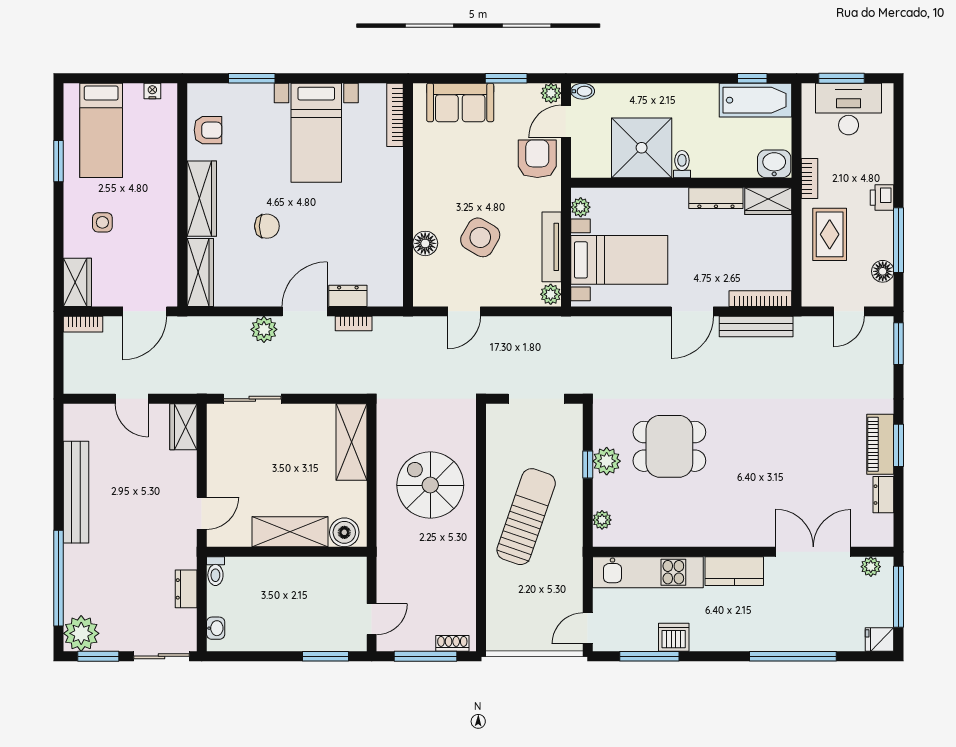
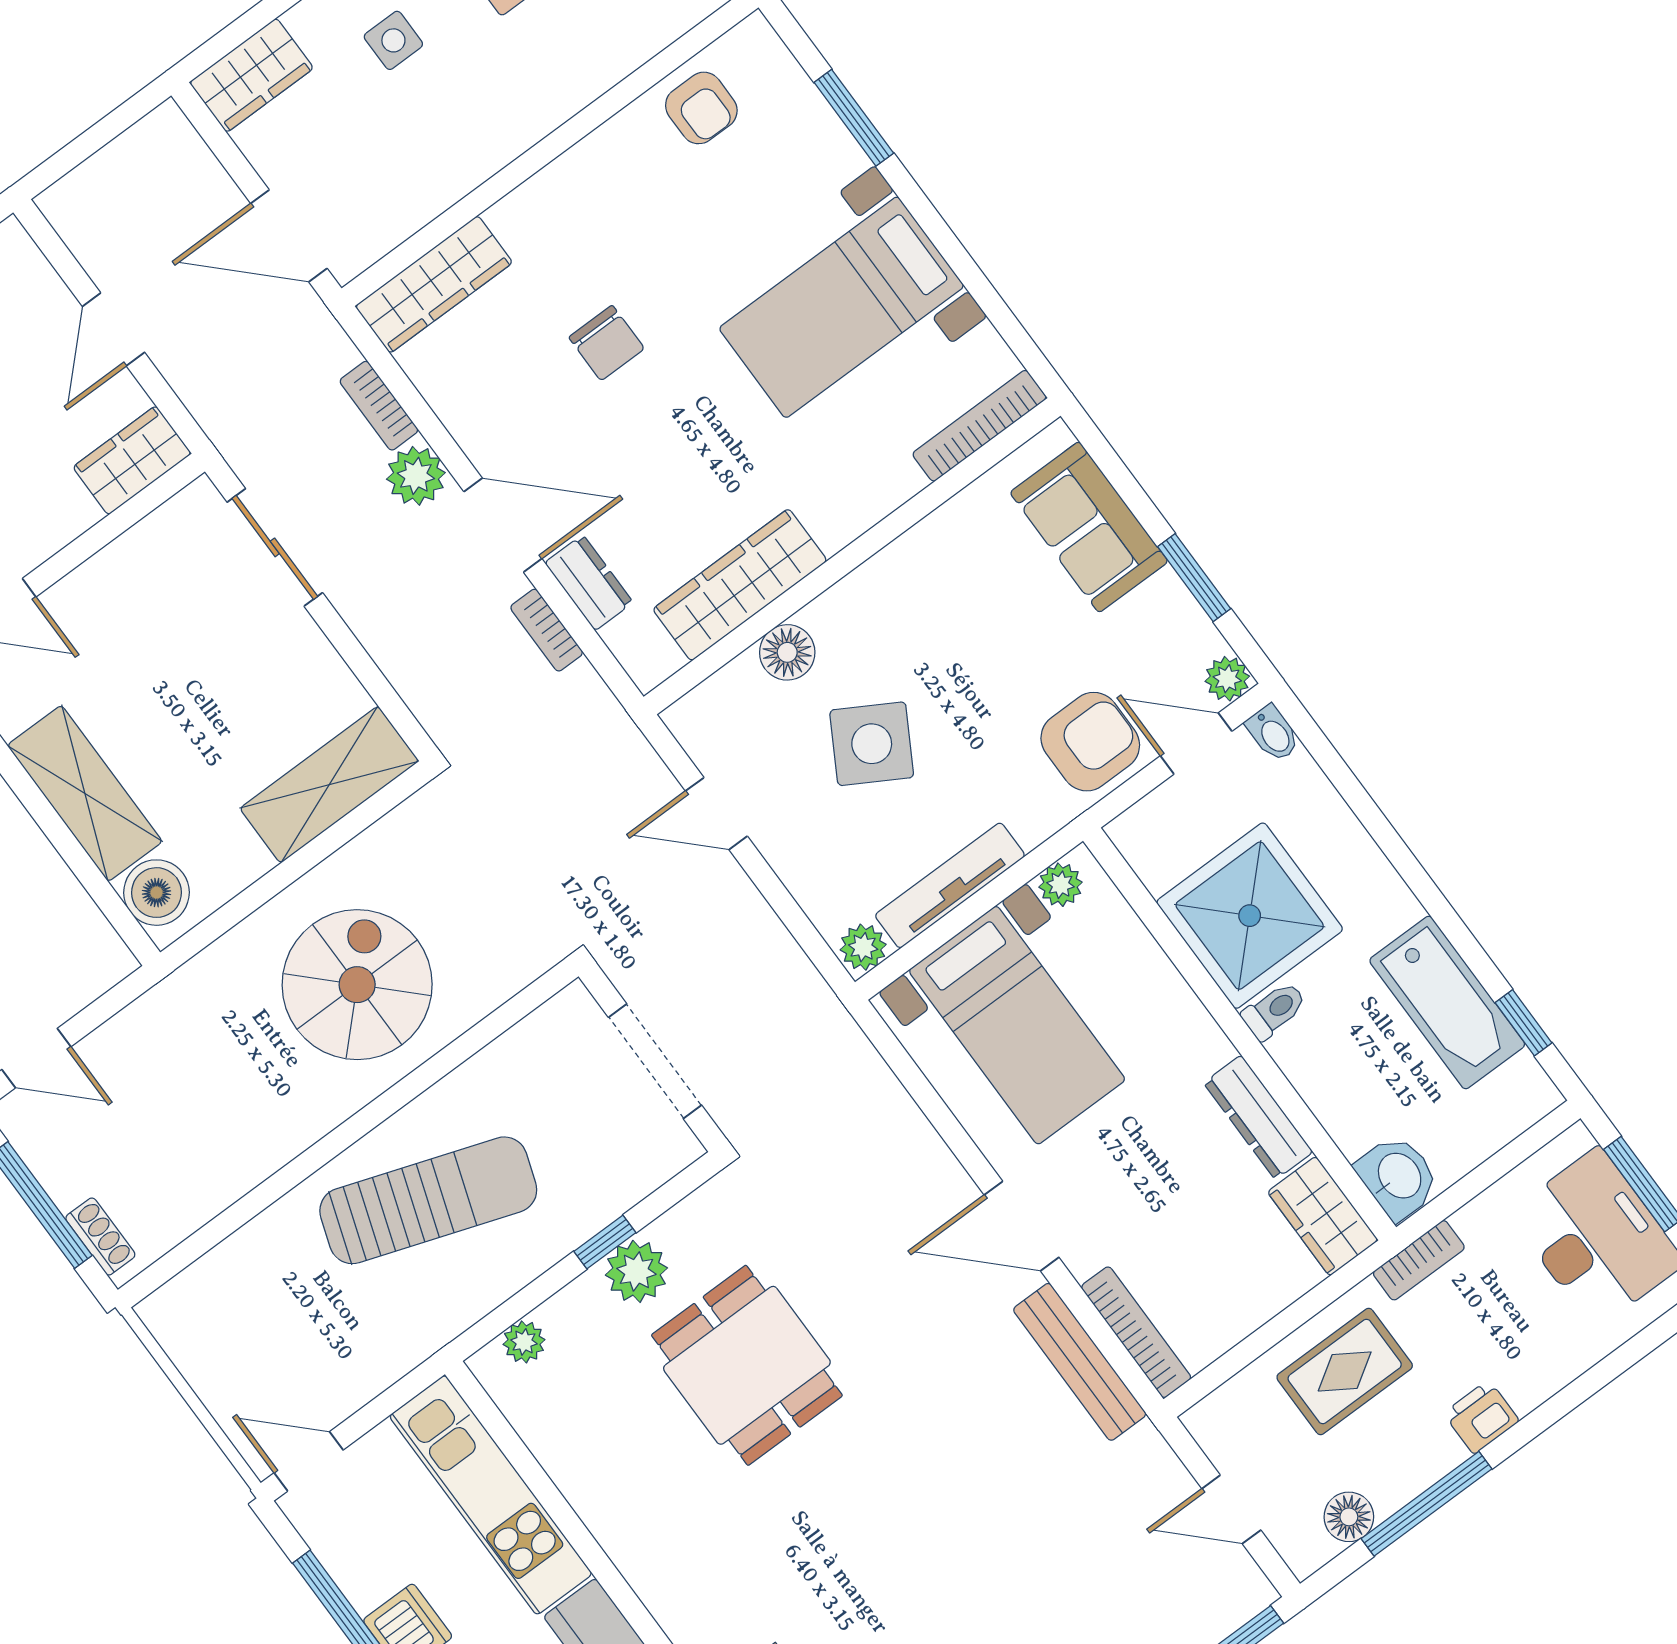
bathtub: (756, 100) -> (1447, 1003), moved
wardrobe: (202, 199) -> (740, 585), moved, turned 180
bookcase: (83, 324) -> (379, 406), moved

